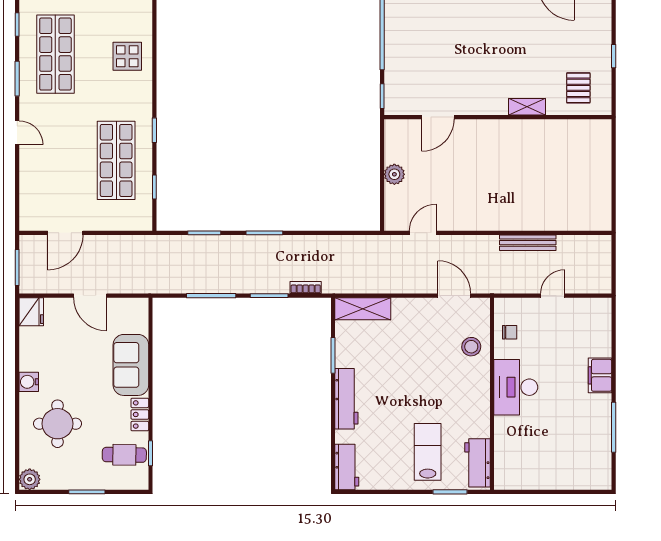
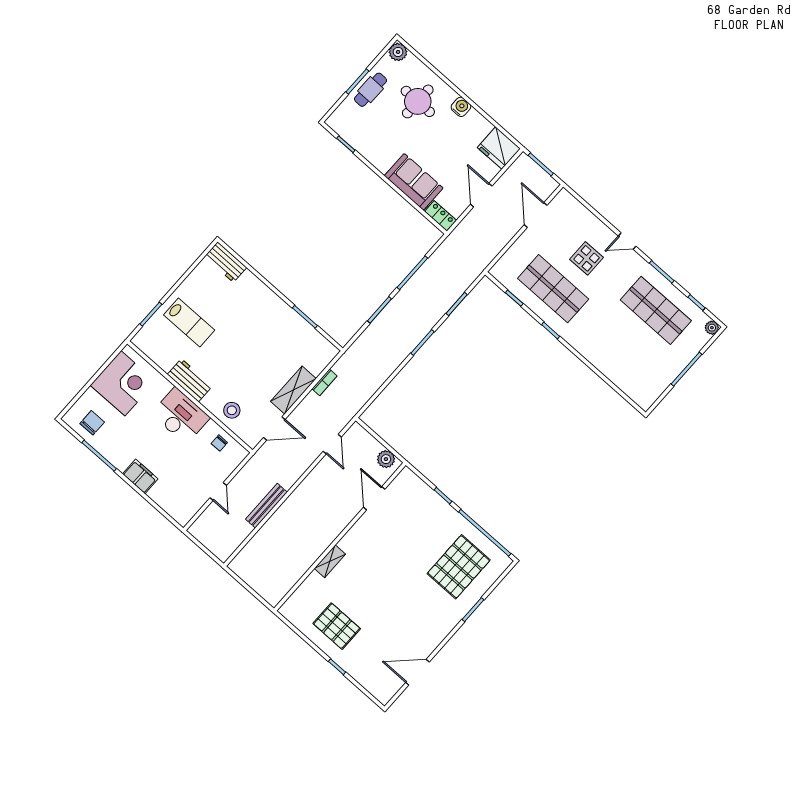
pallet: (432, 27) -> (459, 567), added
display table: (127, 56) -> (587, 258), moved
pallet: (578, 88) -> (337, 626), width x1.50, depth x1.42
shelving: (527, 107) -> (330, 561), moved
door: (438, 117) -> (374, 498), moved
wall: (498, 117) -> (340, 537), moved
bookcase: (306, 287) -> (324, 382), moved
door: (90, 296) -> (481, 195), hinge flipped
shelving: (363, 309) -> (293, 390), moved
fridge: (31, 312) -> (499, 148), width x1.36, depth x1.34
workbench: (346, 399) -> (269, 301), removed
locker: (140, 414) -> (440, 216), moved
cafe table: (124, 455) -> (371, 90), moved
chair: (590, 459) -> (92, 423), added
workbench: (477, 463) -> (190, 380), moved
corner desk: (532, 463) -> (123, 383), added

